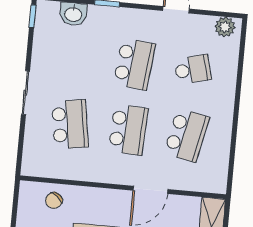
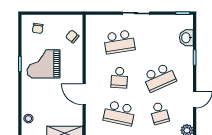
school desk: (134, 64) -> (159, 78), turned -30
school desk: (128, 130) -> (119, 78), width x0.54

